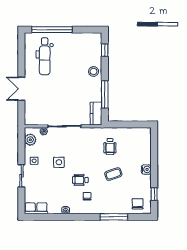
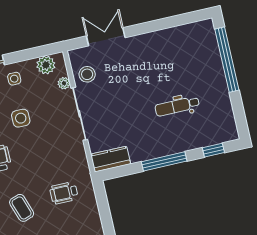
dental chair: (45, 56) -> (177, 106), moved, width x0.73, depth x0.72
stool: (94, 71) -> (87, 74), moved
double door: (21, 89) -> (106, 37), moved
window: (105, 94) -> (164, 161), moved

